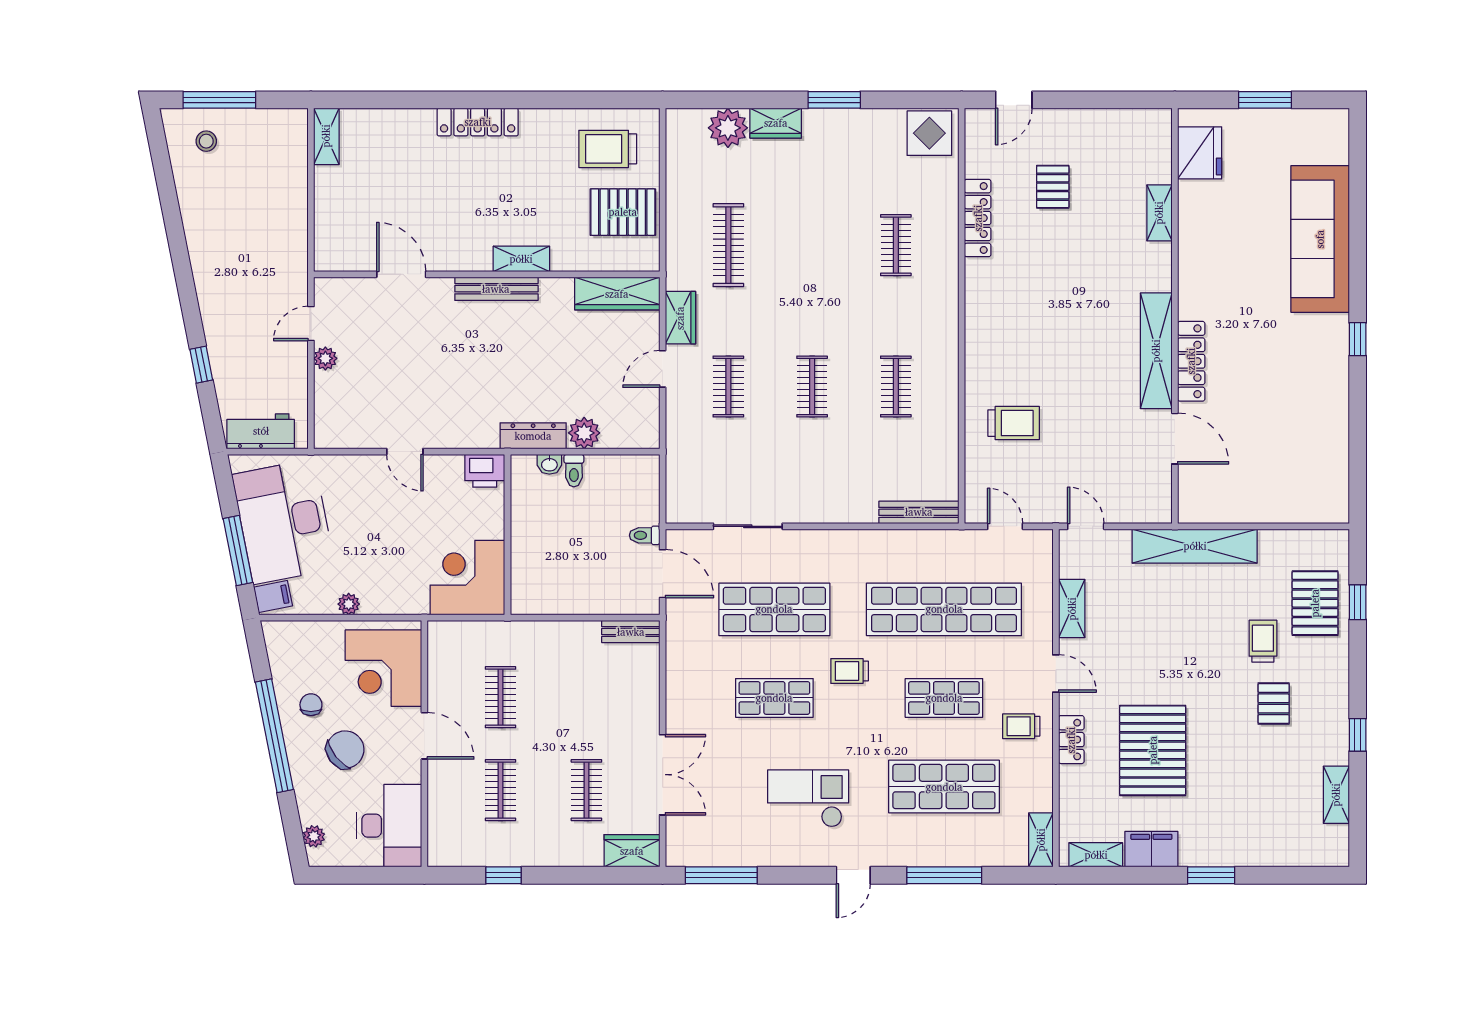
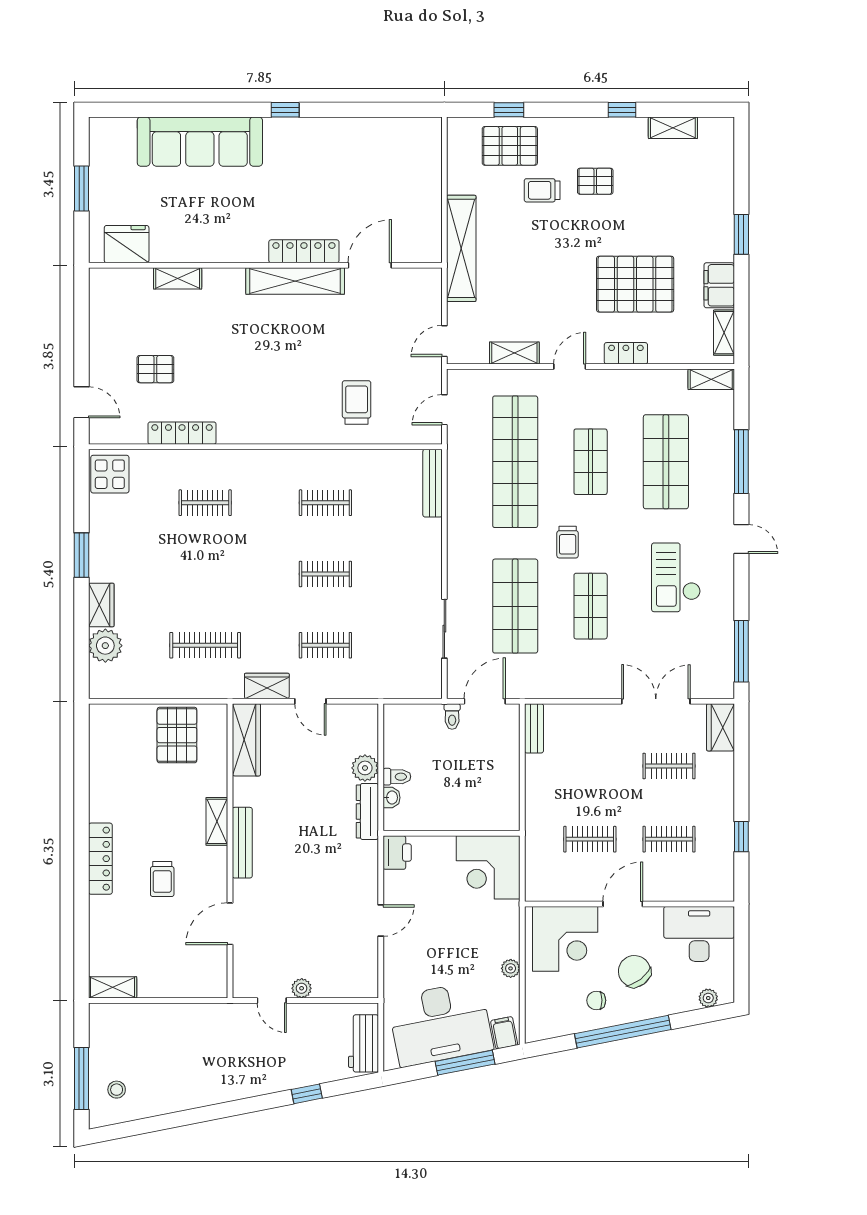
trolley: (608, 149) -> (162, 879), moved, width x0.73, depth x0.72
trolley: (1021, 726) -> (615, 396), removed

